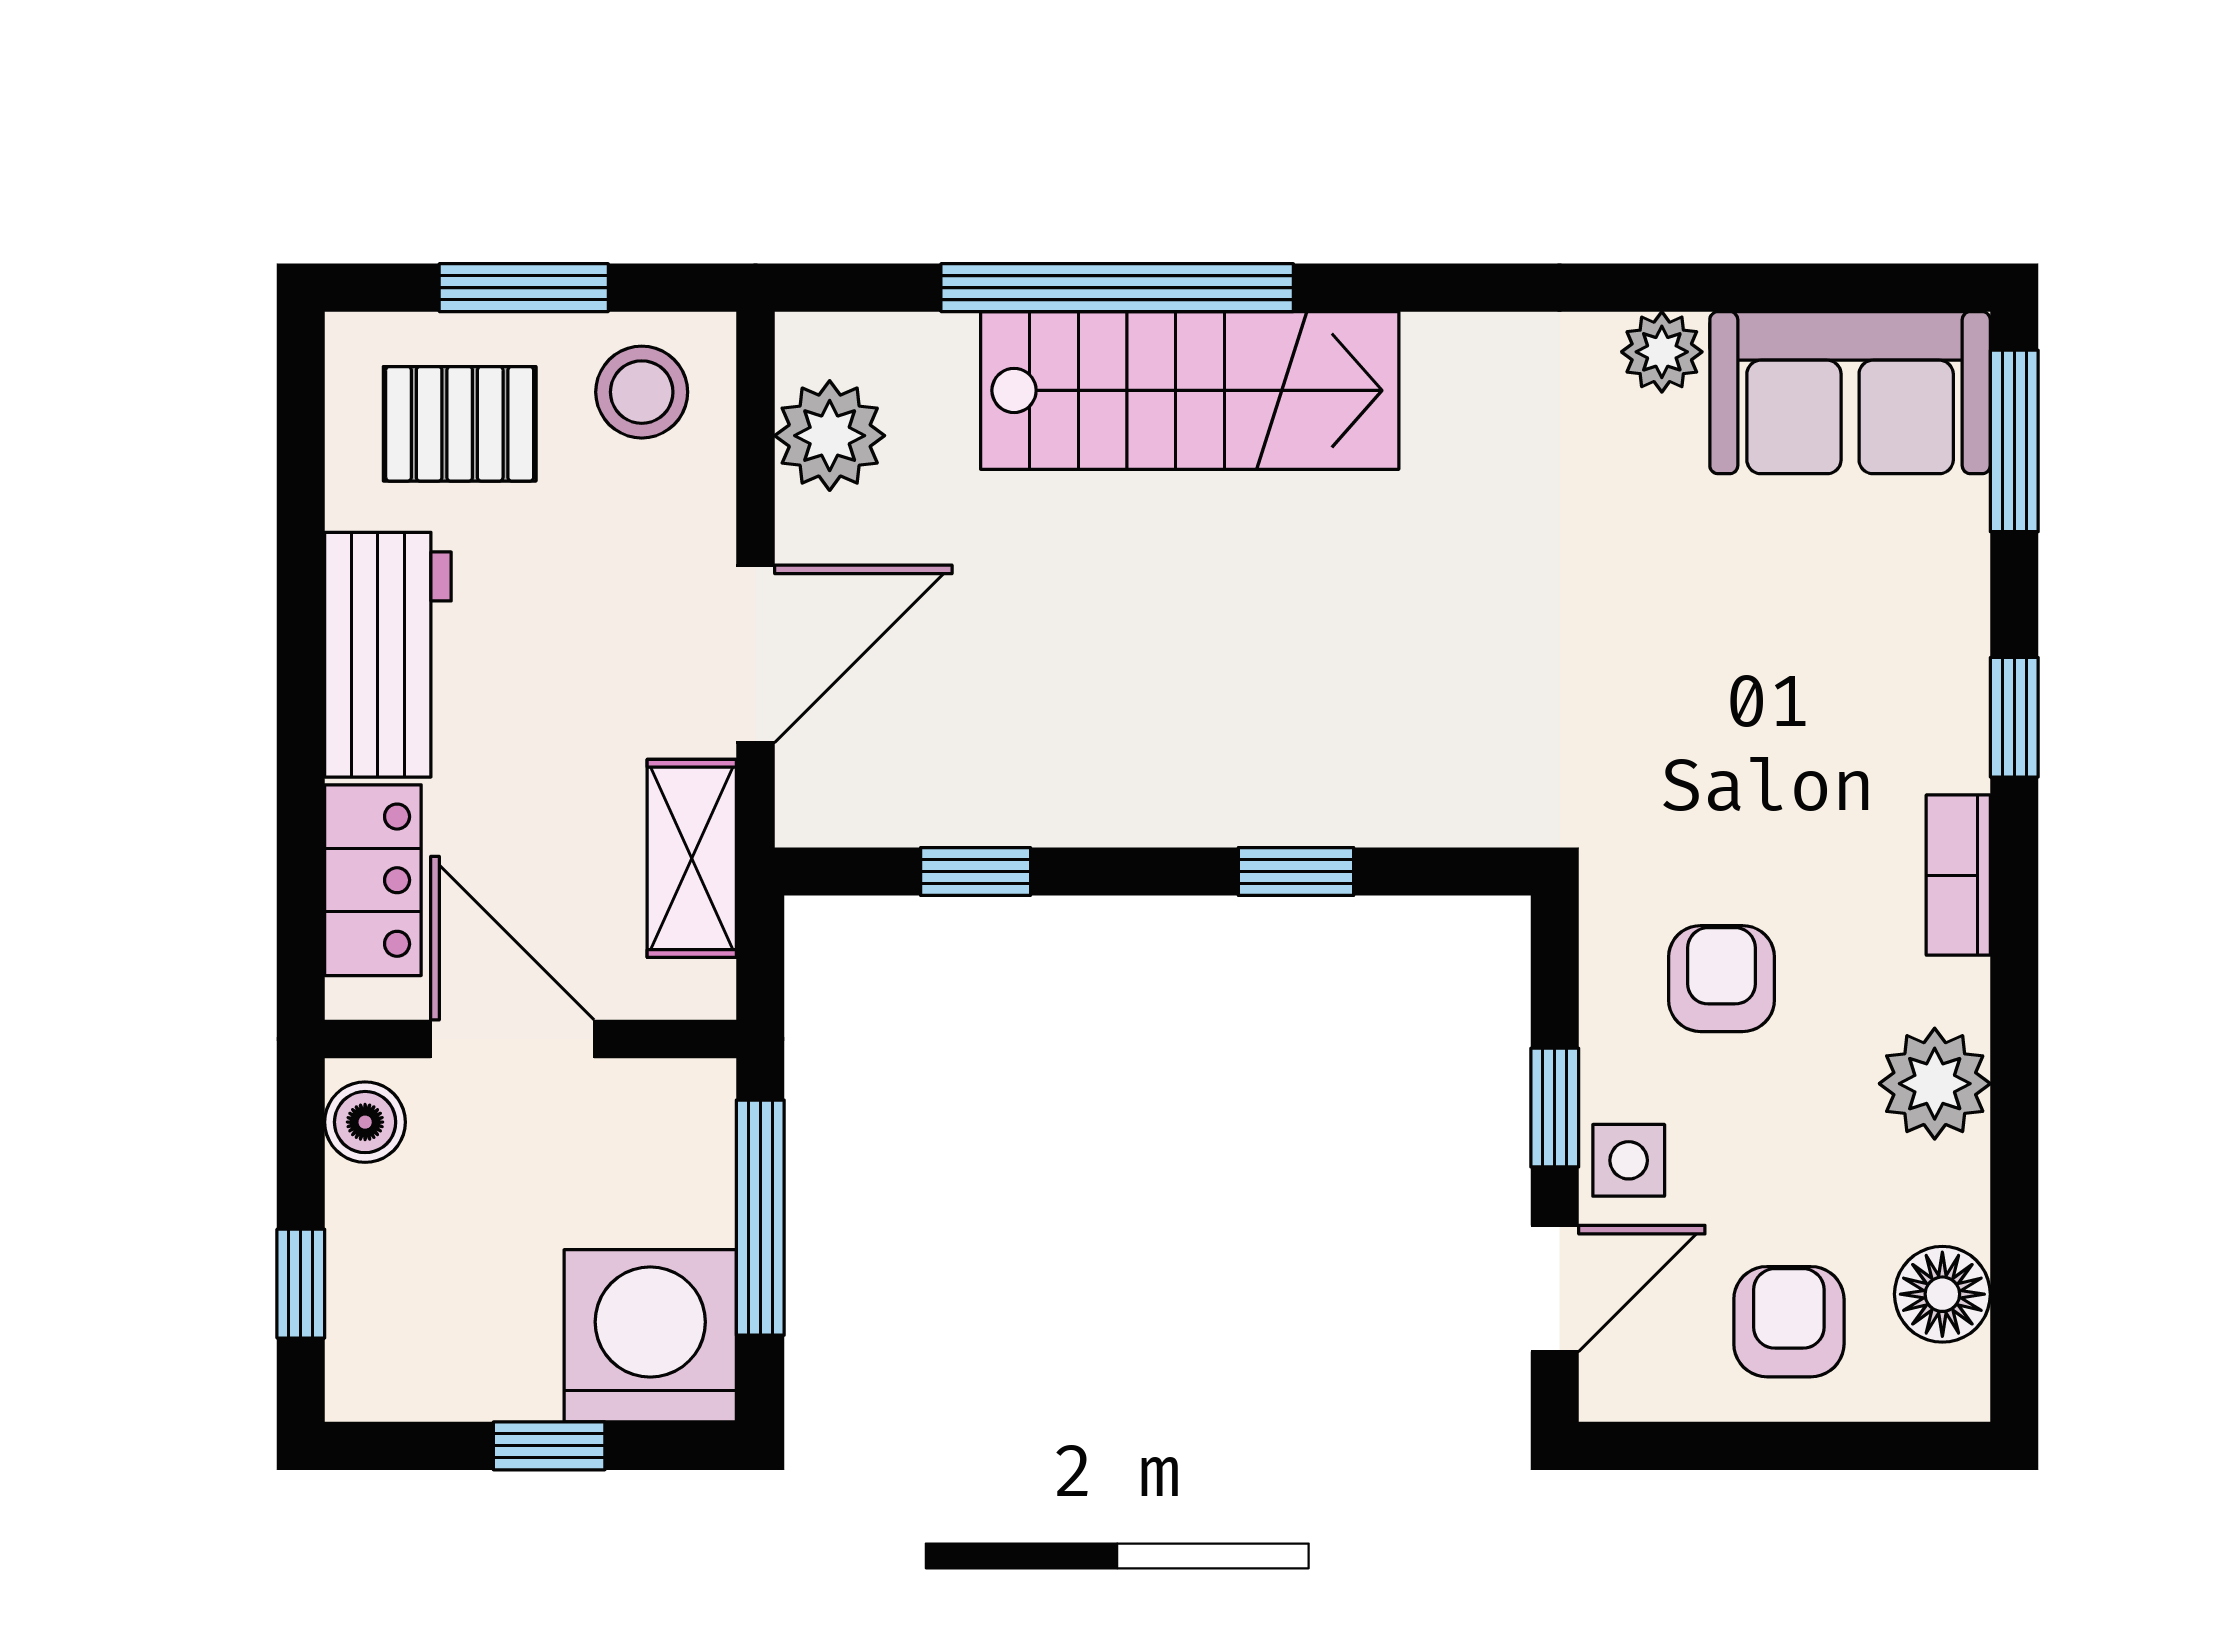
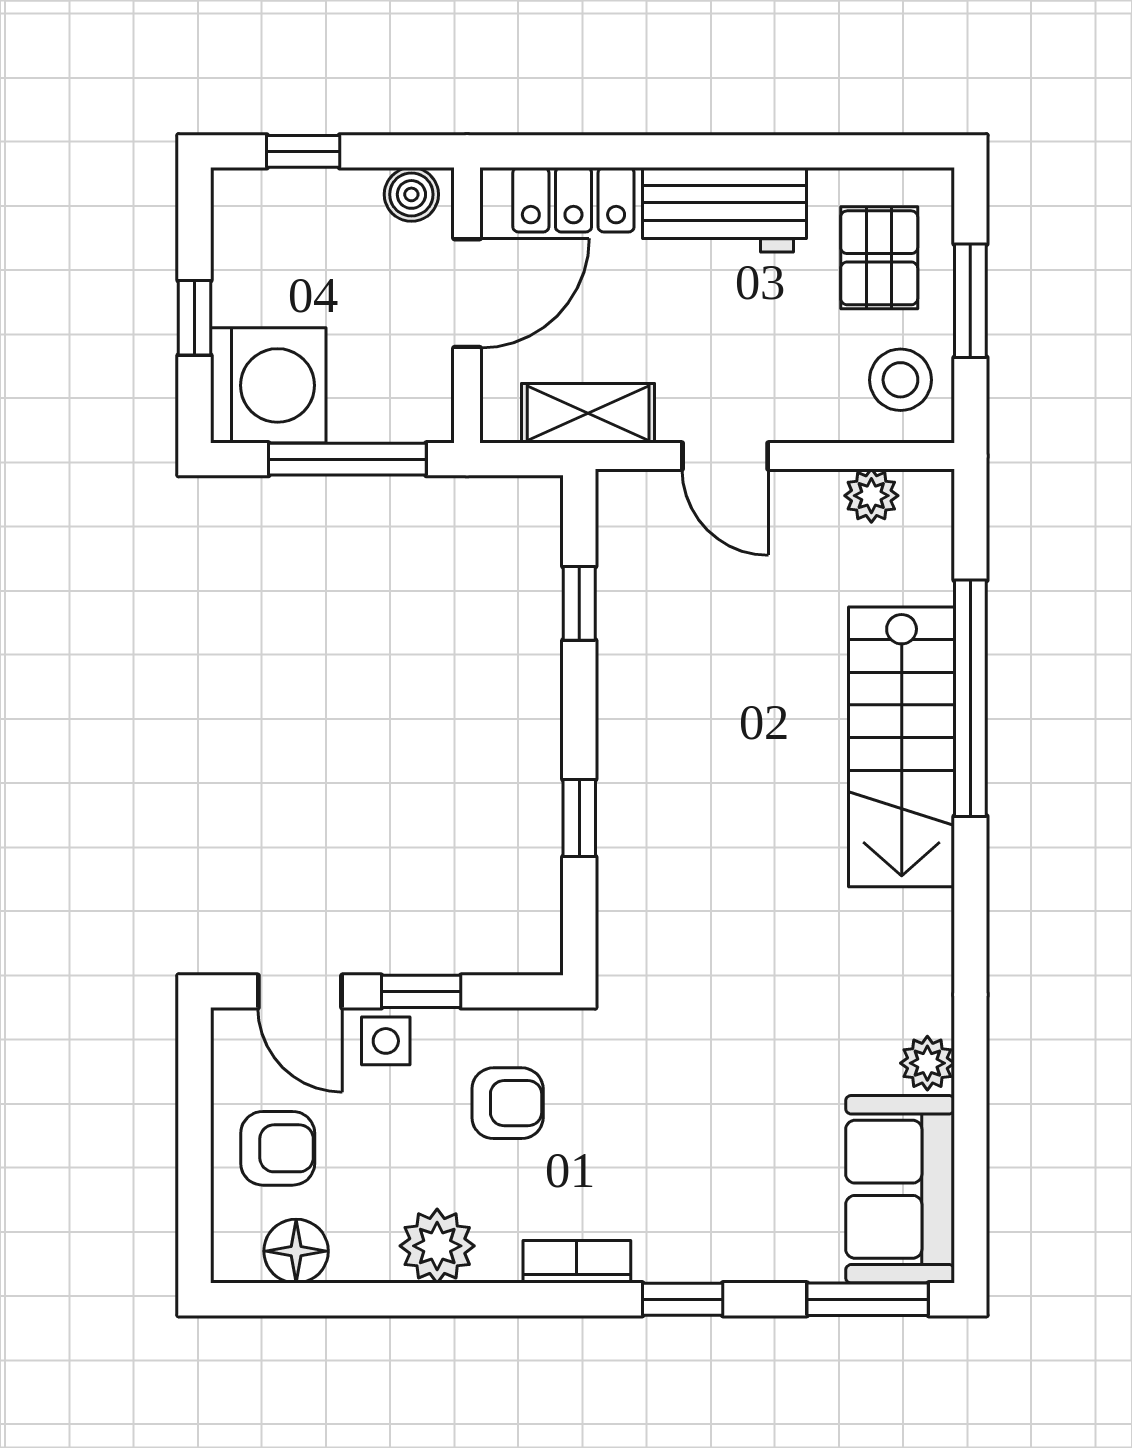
plant: (830, 436) -> (871, 496), width x0.73, depth x0.73
door: (755, 654) -> (725, 456), width x0.73

